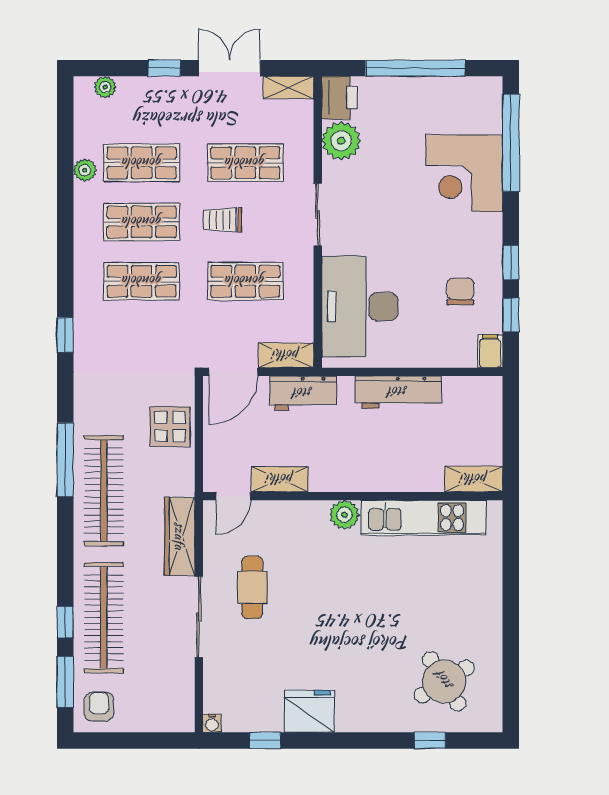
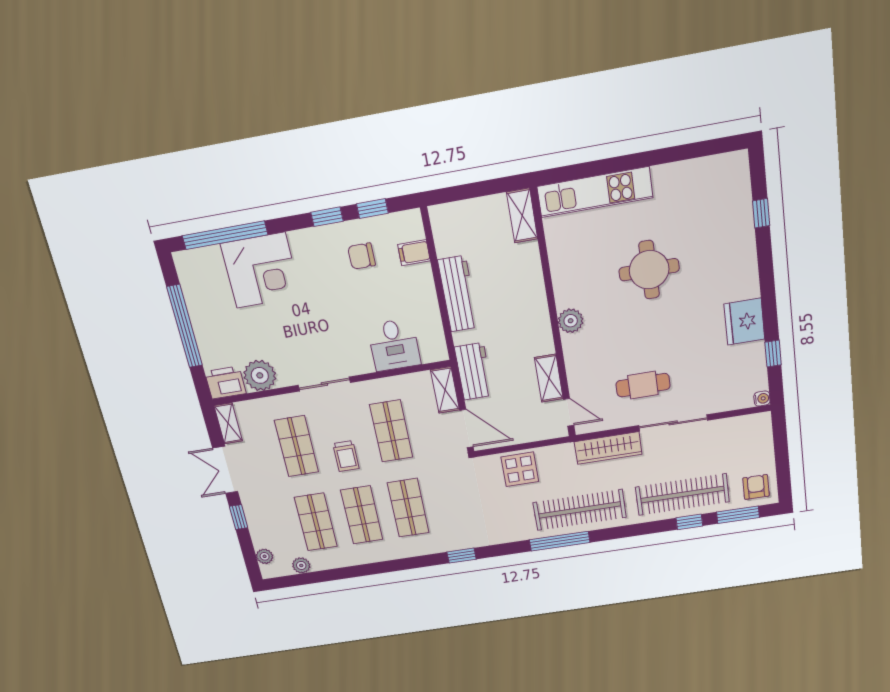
plant: (85, 170) -> (301, 565), moved
desk: (360, 307) -> (394, 345), width x0.53, depth x0.77
filing cabinet: (490, 351) -> (414, 253), moved
kitchen unit: (423, 518) -> (595, 192), moved, turned 90
round table: (444, 681) -> (649, 270), moved, turned 32
armchair: (99, 707) -> (756, 487), turned 90

